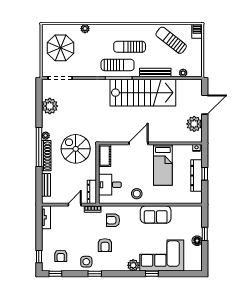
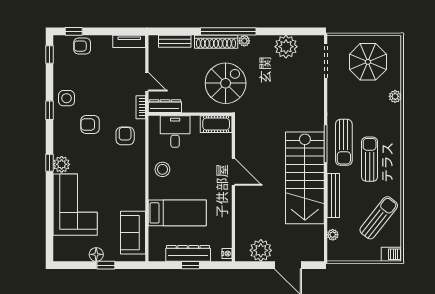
bed: (163, 165) -> (177, 213), moved, turned 180
sofa: (156, 215) -> (133, 233), moved
armchair: (61, 256) -> (82, 46), moved
window: (152, 274) -> (50, 163), moved

